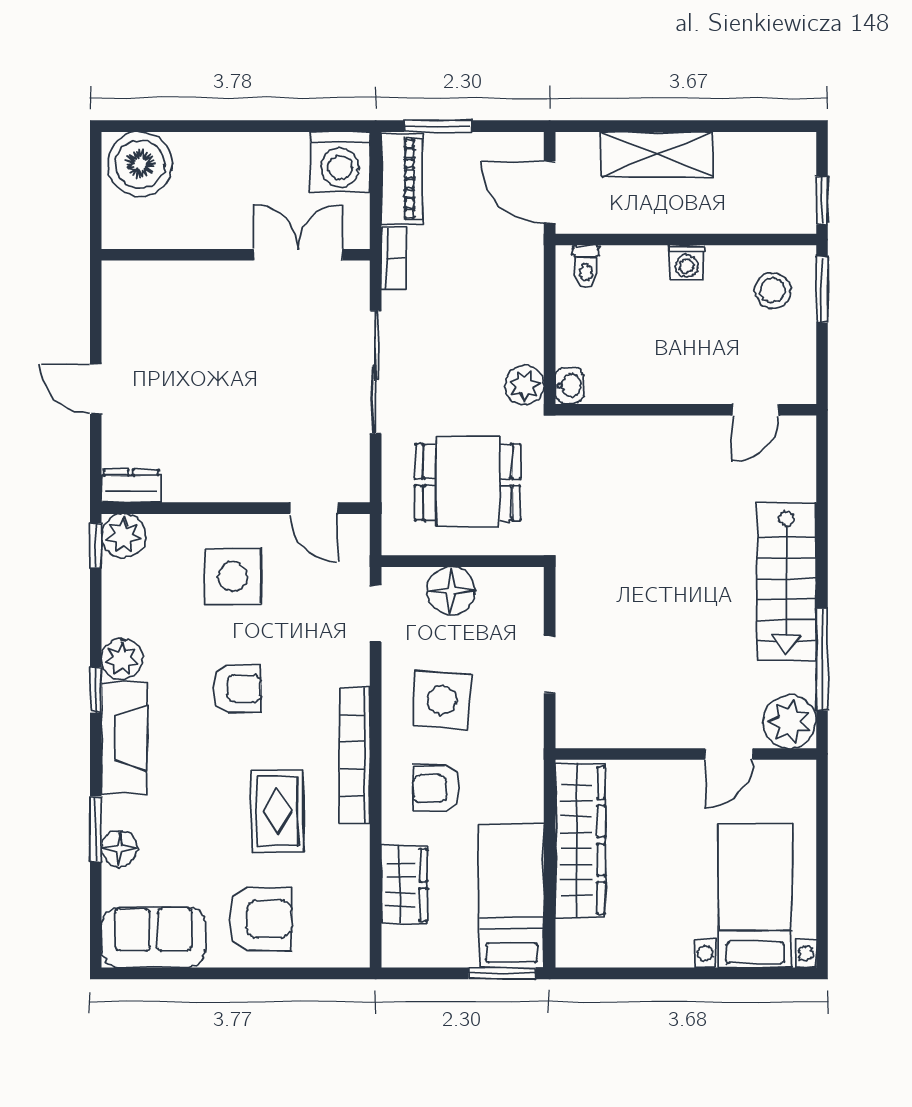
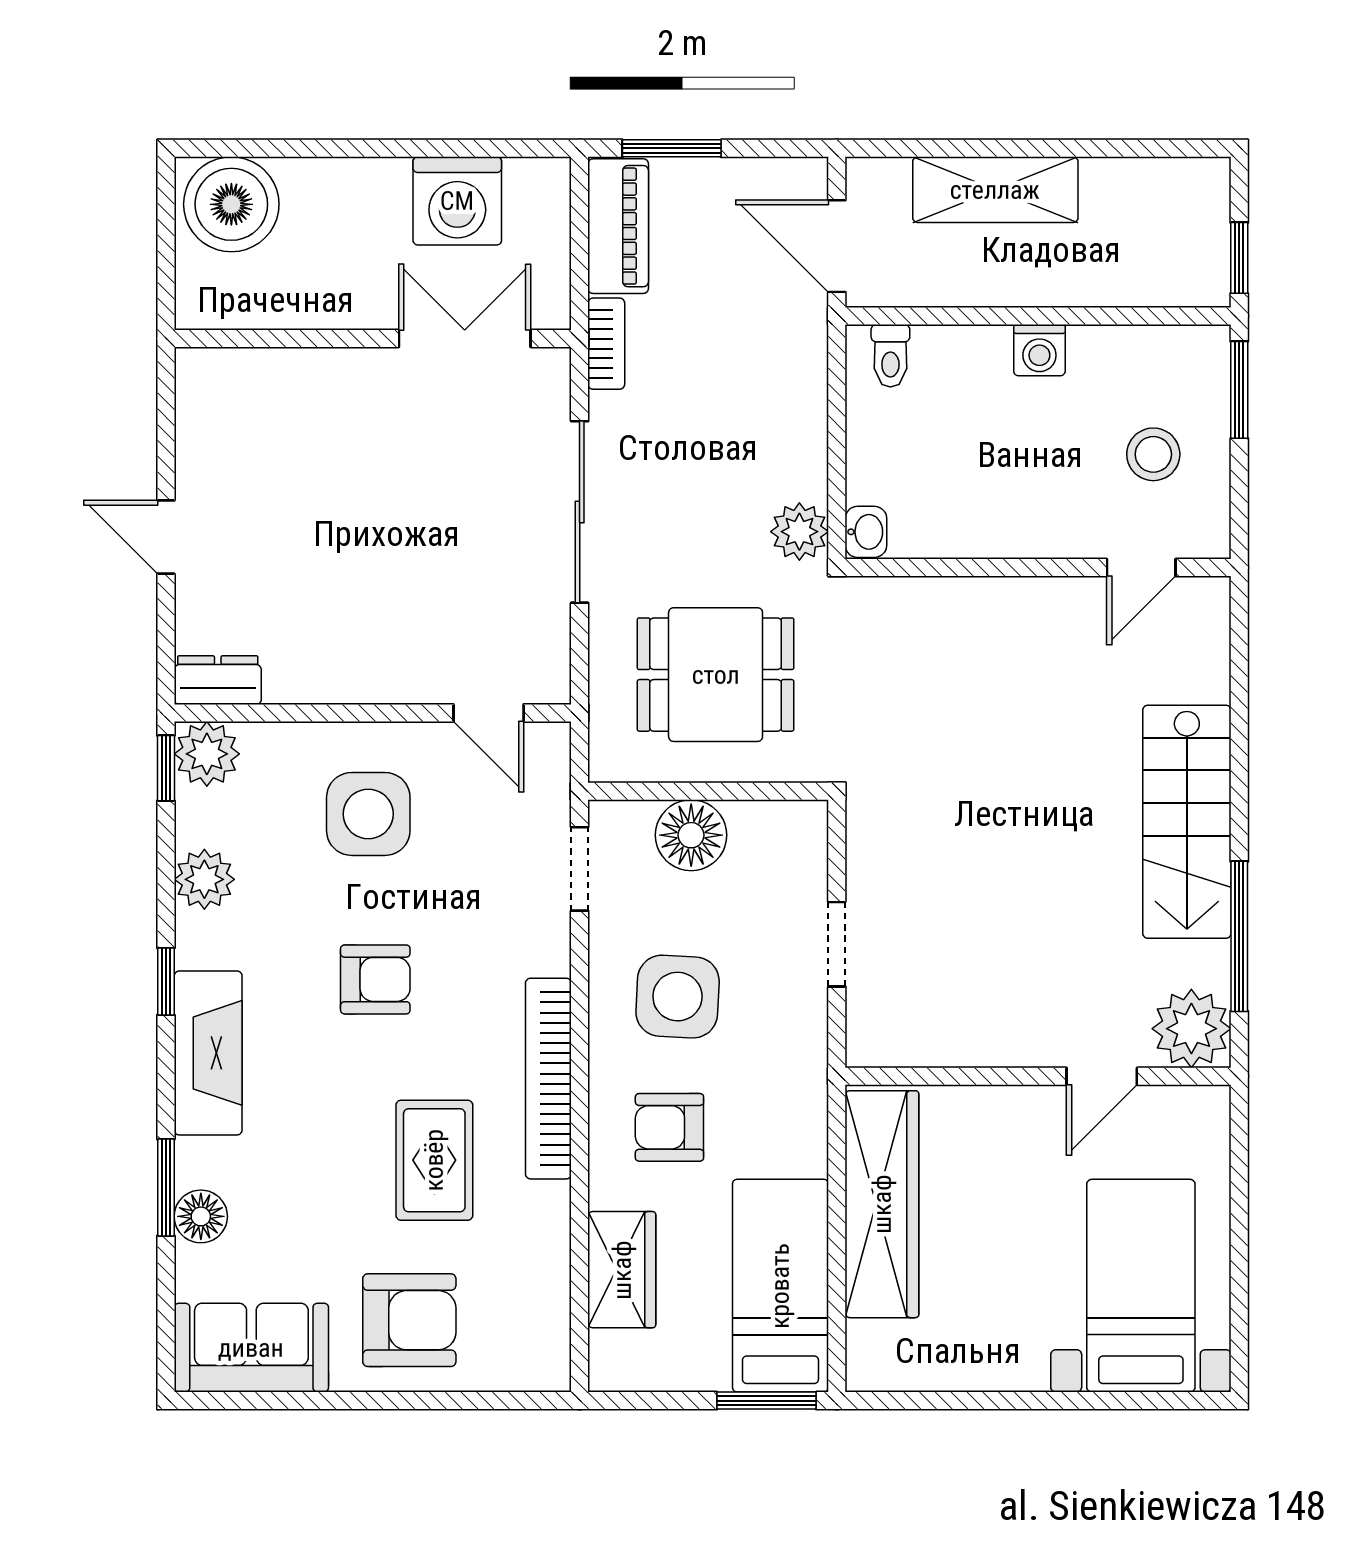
washing machine: (340, 162) -> (457, 201), moved
stool: (773, 290) -> (1153, 454), moved
plant: (122, 659) -> (204, 879), moved

